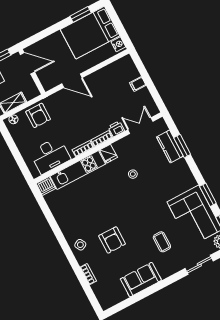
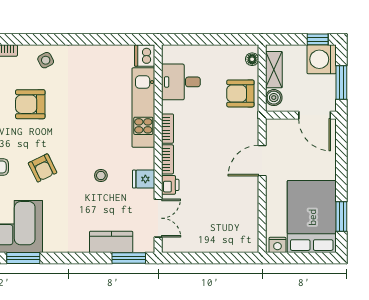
door: (27, 63) -> (315, 115), hinge flipped
filing cabinet: (138, 84) -> (213, 243), removed
boiler: (30, 94) -> (274, 98), added
window: (182, 146) -> (129, 258), moved
fridge: (108, 154) -> (144, 179), moved
desk: (50, 155) -> (181, 82), width x0.73
armchair: (147, 212) -> (43, 168), added

